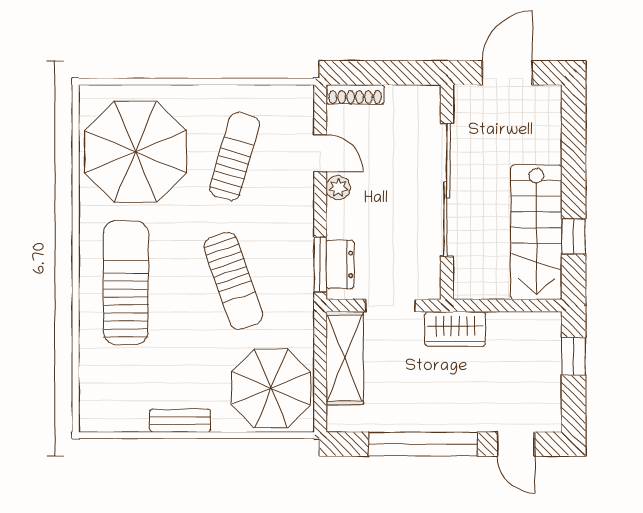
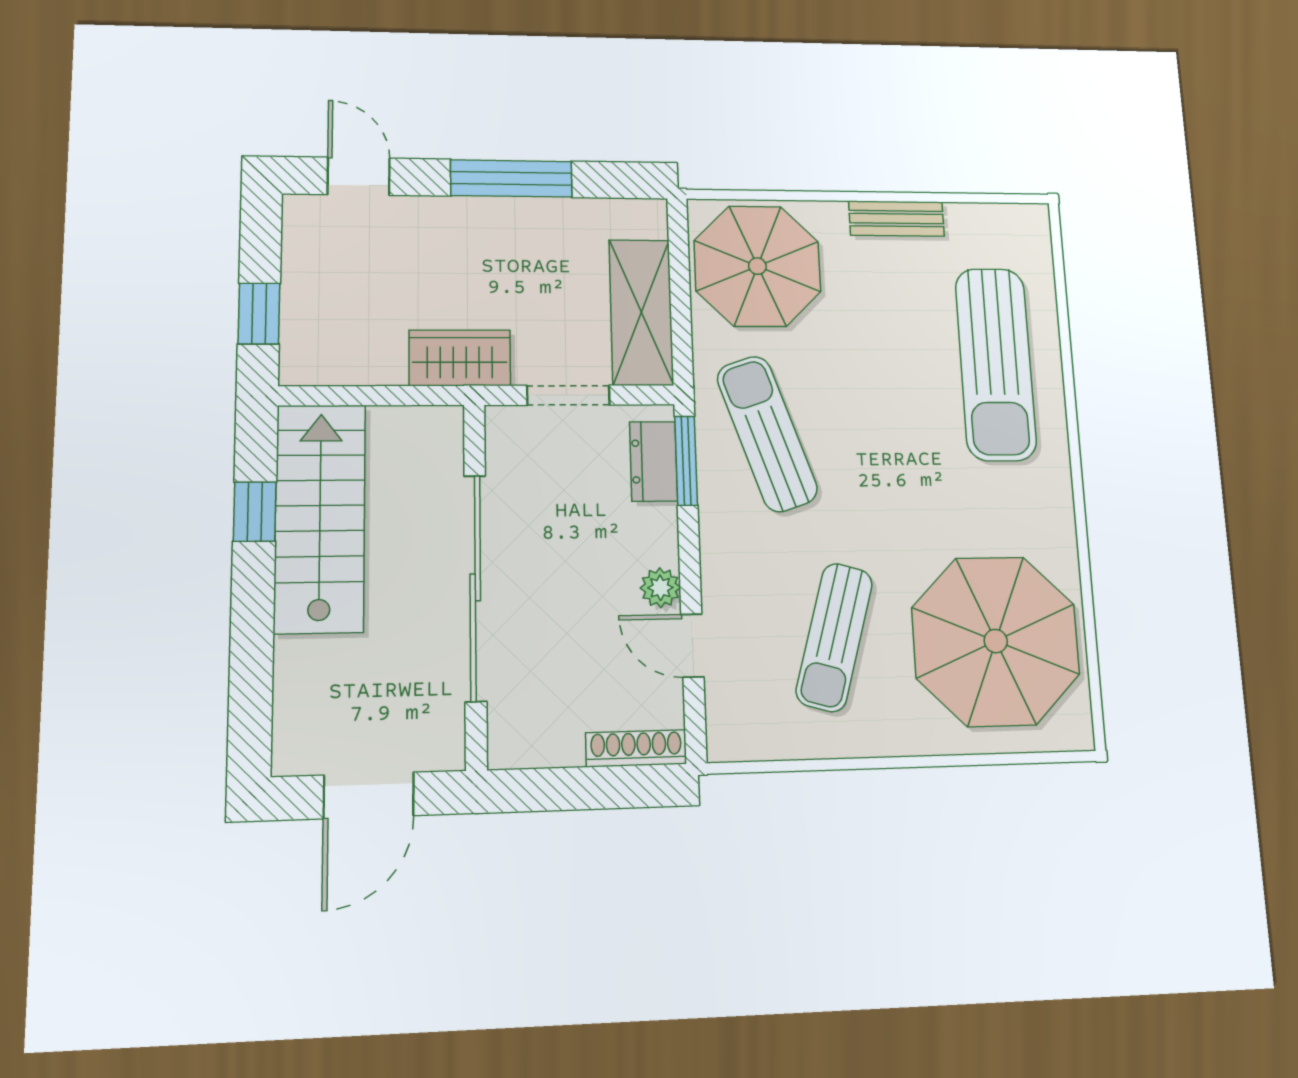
sun lounger: (233, 281) -> (767, 434), moved
sun lounger: (126, 283) -> (996, 364), moved
window: (423, 444) -> (511, 178), width x0.68

